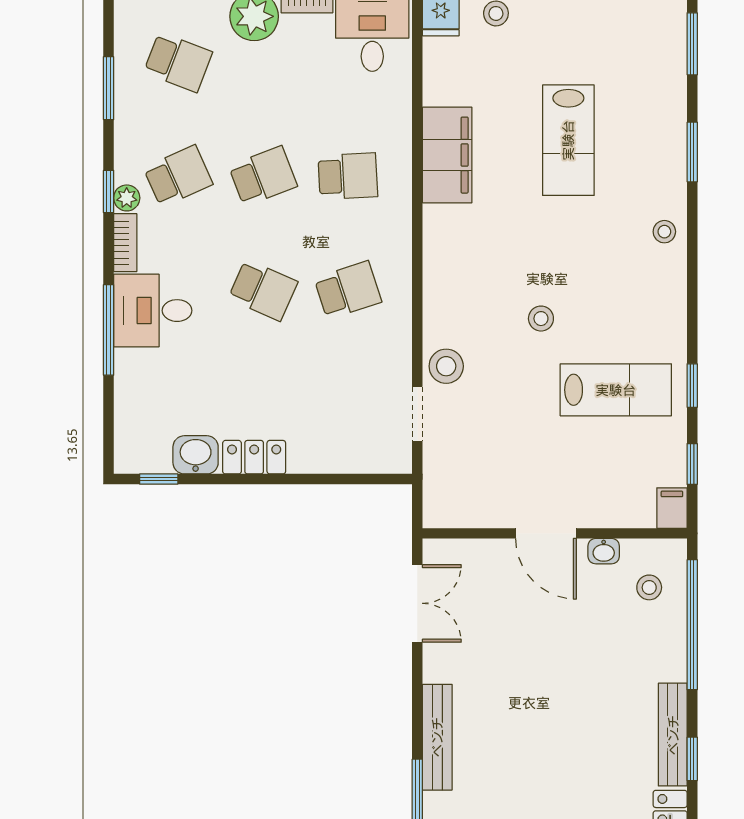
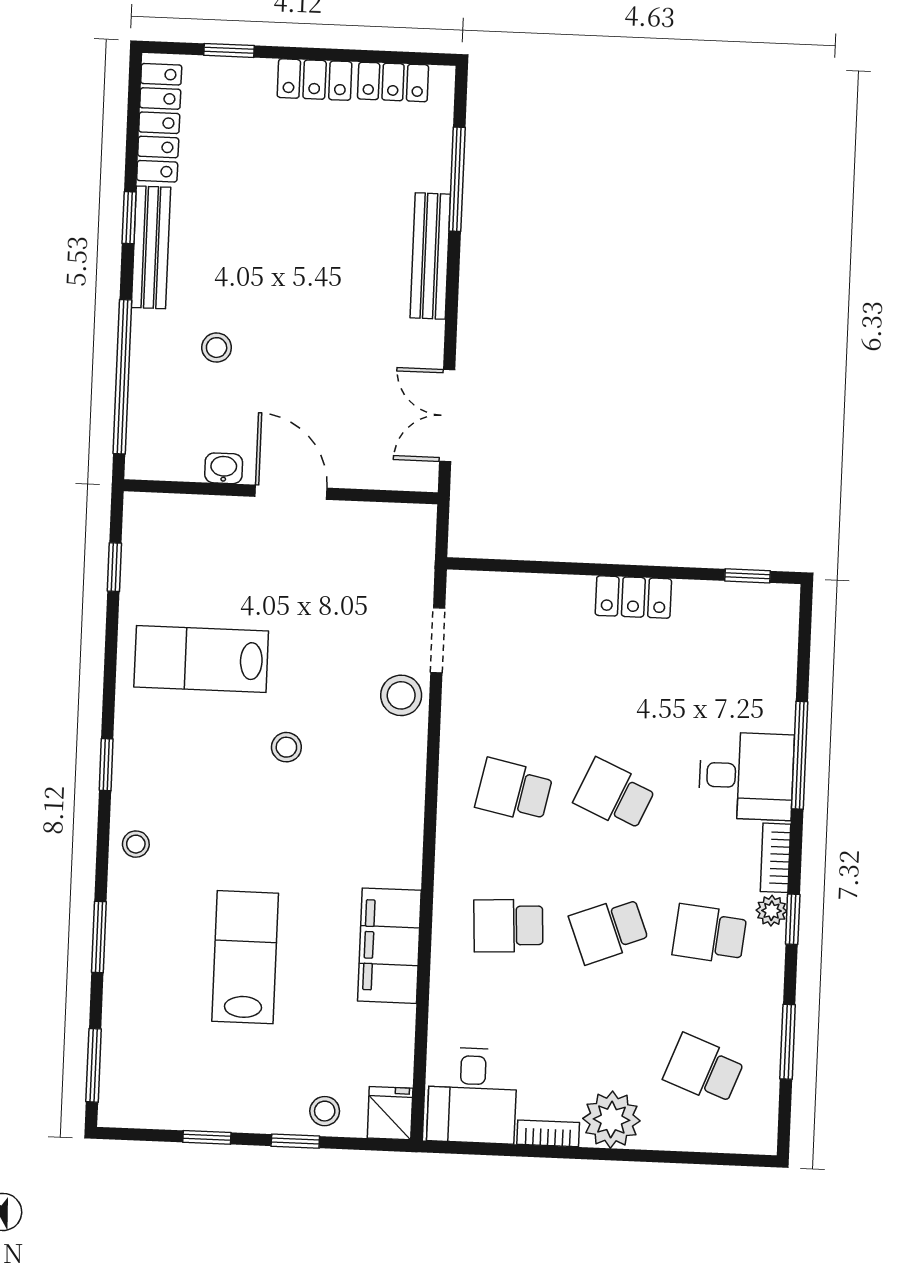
school desk: (178, 176) -> (710, 934), turned 30
school desk: (348, 290) -> (514, 791), turned 30
window: (692, 386) -> (106, 765), moved
washbasin: (196, 455) -> (703, 603), removed
filing cabinet: (672, 508) -> (141, 516), removed
stool: (649, 587) -> (217, 348), moved

